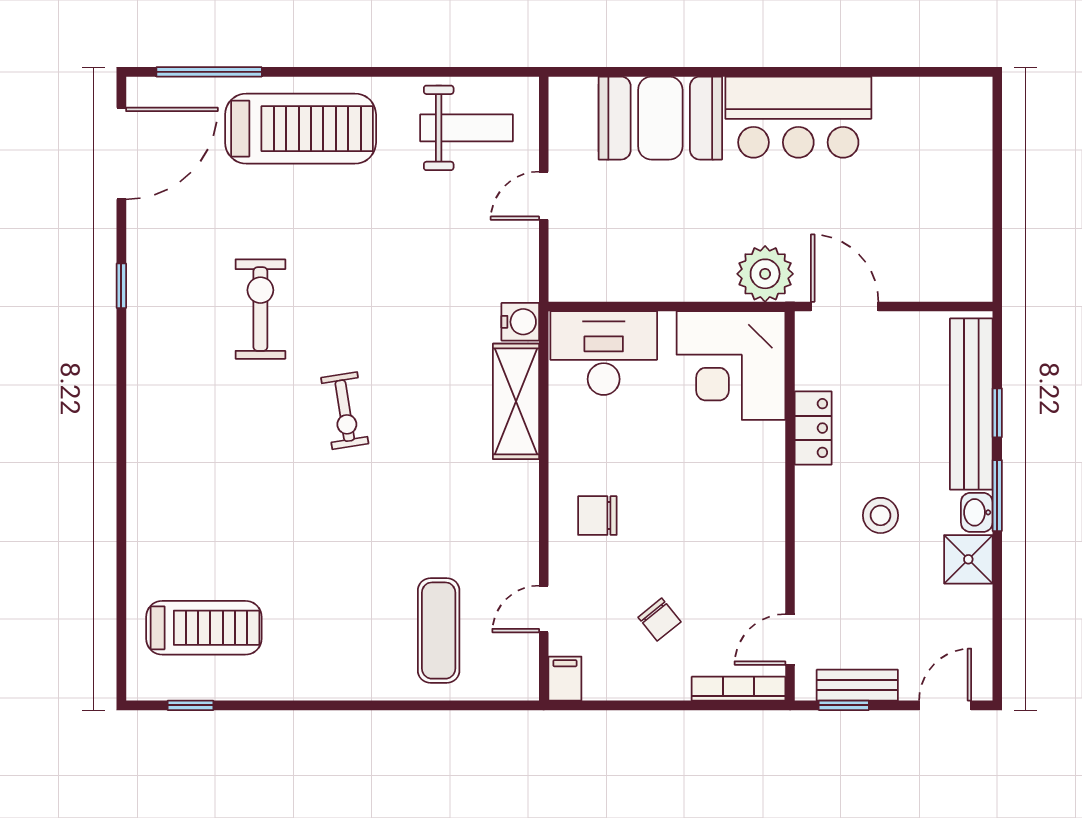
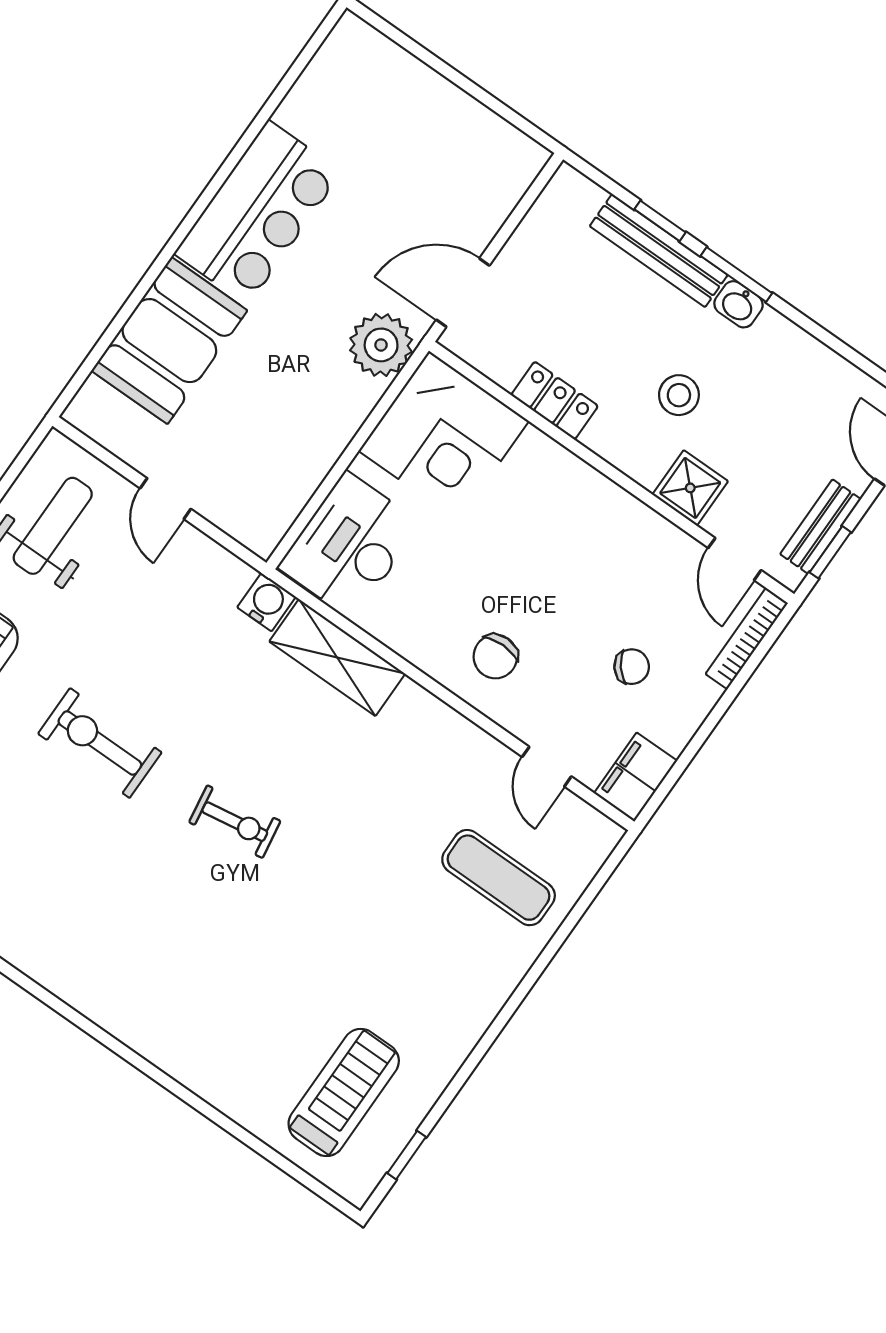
exercise bike: (260, 309) -> (100, 743), moved
bench: (971, 404) -> (659, 251), width x0.73, depth x0.82
shower: (968, 559) -> (690, 488), moved
filing cabinet: (565, 679) -> (636, 777), width x2.00

